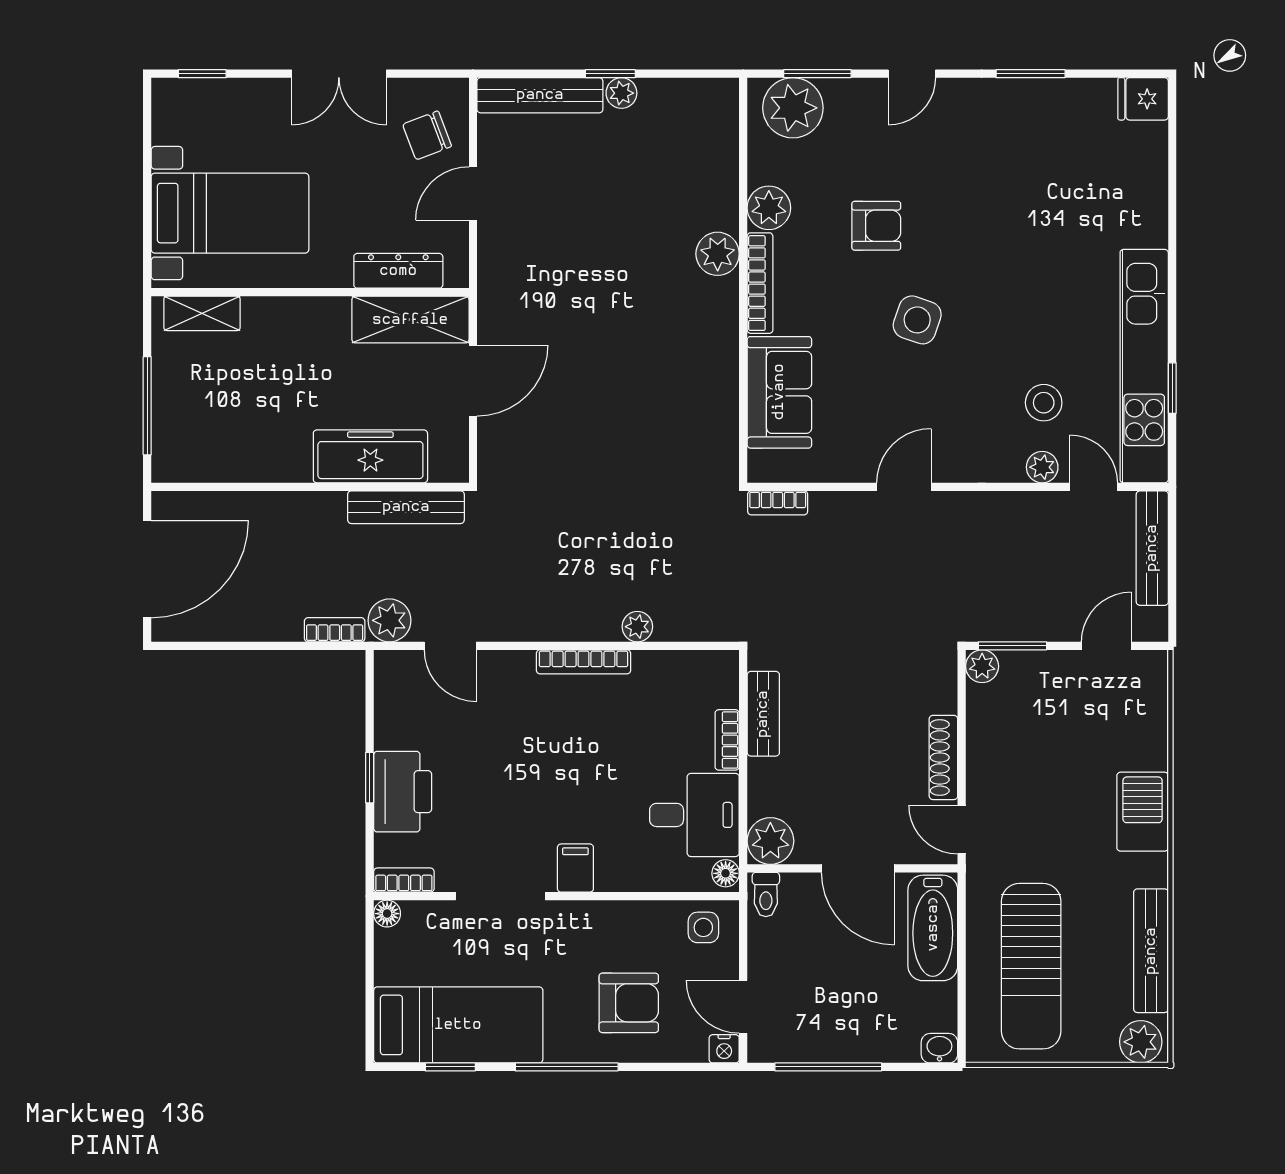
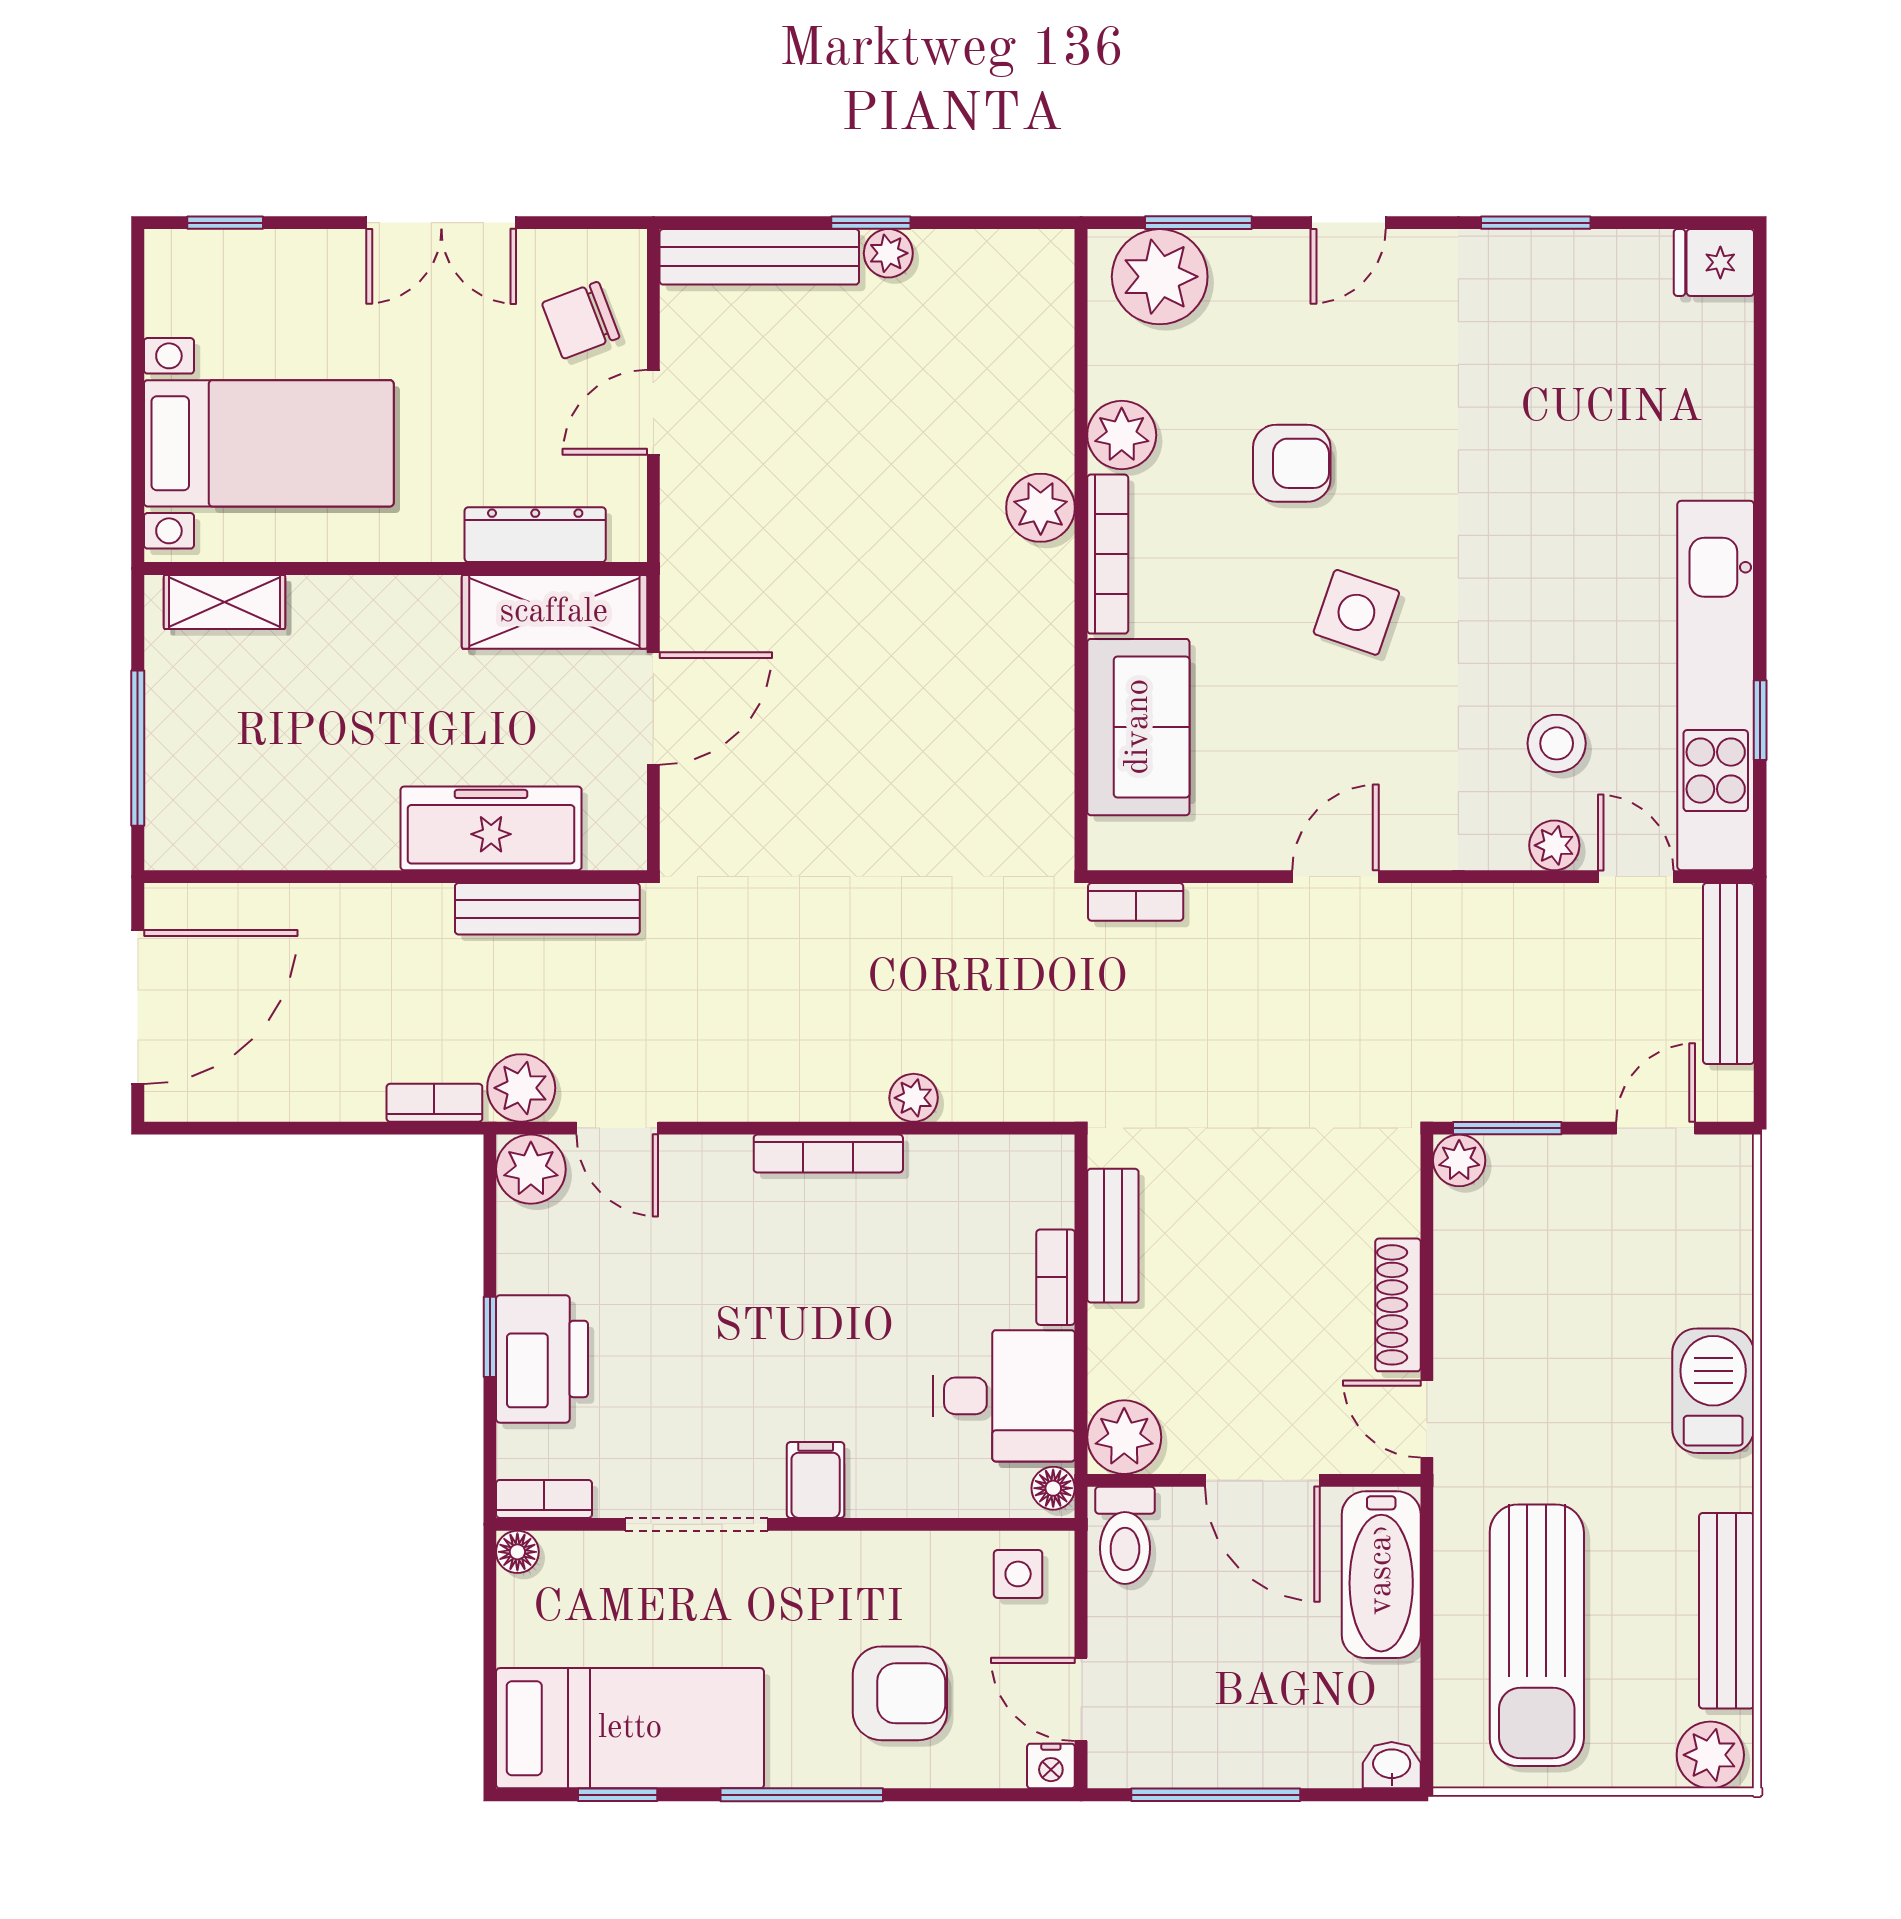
plant: (396, 672) -> (531, 1169), added
toilet: (766, 894) -> (1125, 1535), width x1.37, depth x1.39

